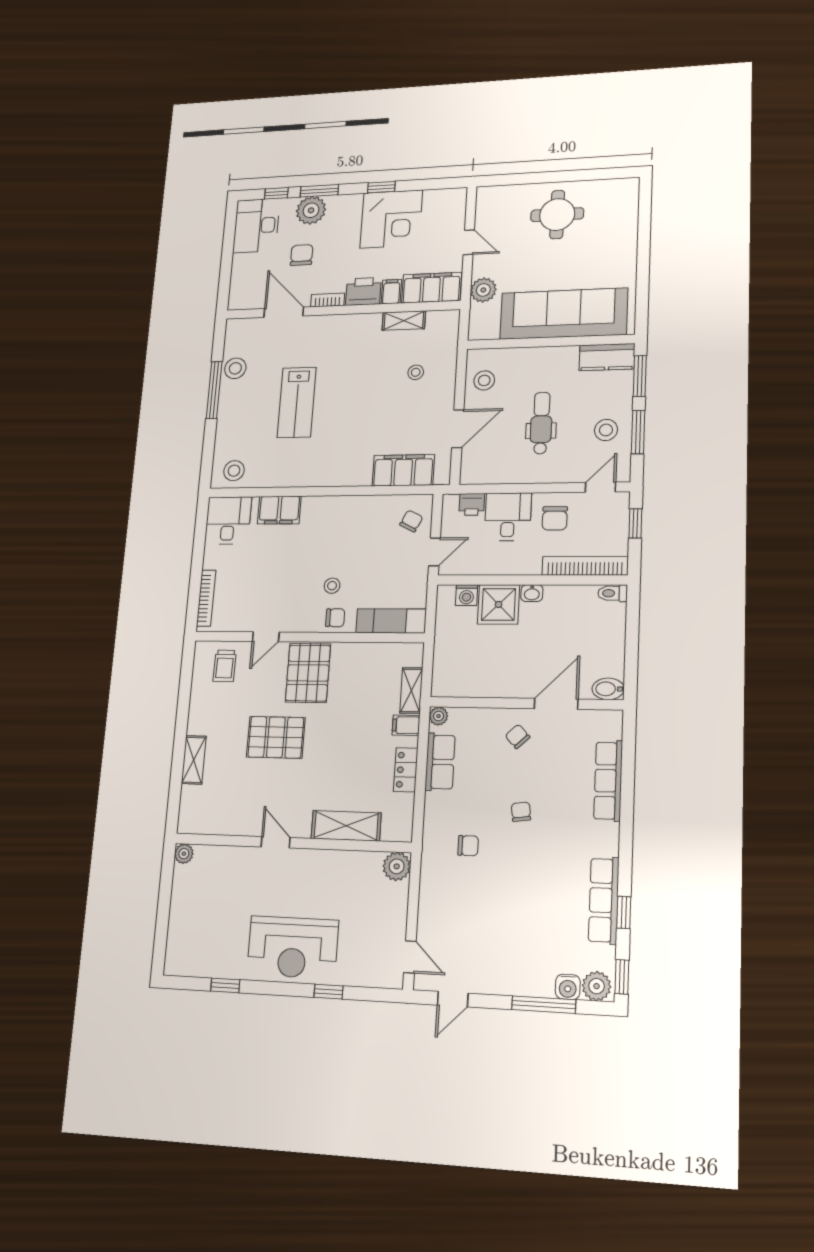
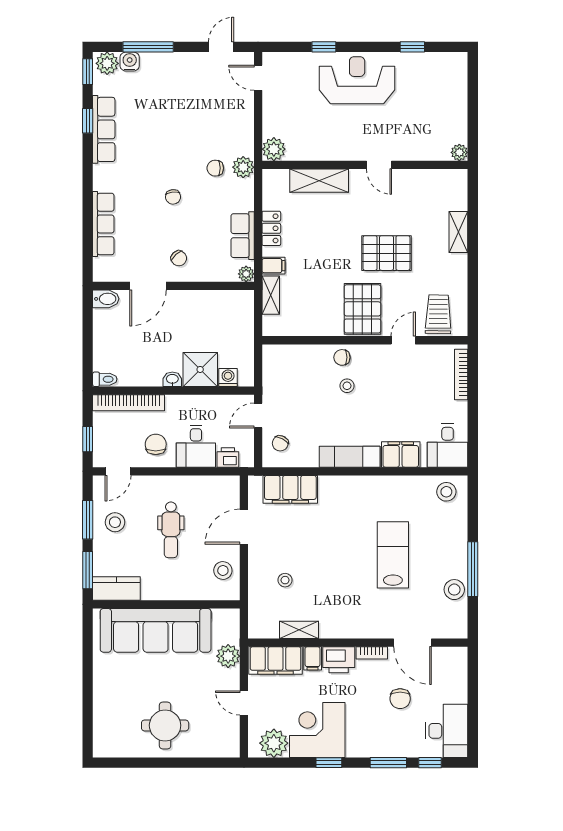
plant: (311, 210) -> (274, 743), moved
exam couch: (391, 621) -> (350, 457), moved, turned 180
trolley: (225, 666) -> (438, 314), width x1.36, depth x1.39
plant: (434, 846) -> (243, 167), added

